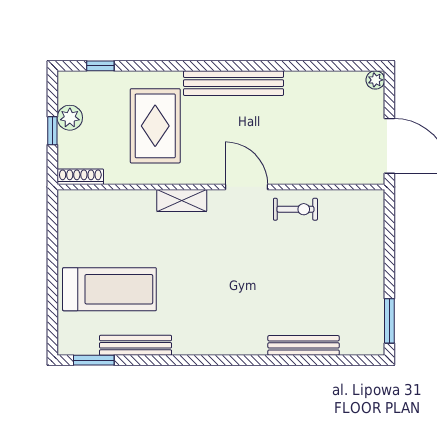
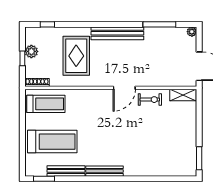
window: (314, 66) -> (159, 24), added
door: (247, 187) -> (124, 88), swing flipped
shelving: (182, 200) -> (183, 95), moved
treadmill: (97, 217) -> (46, 104), added
bench: (304, 345) -> (104, 171), moved

